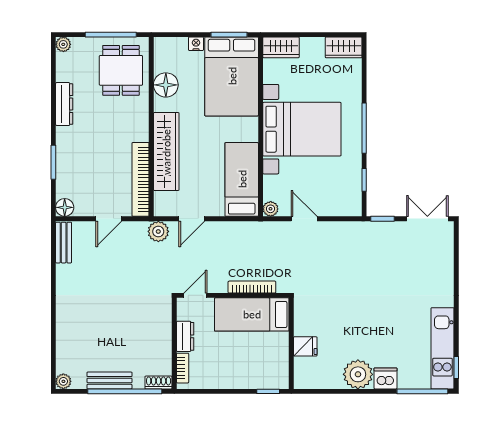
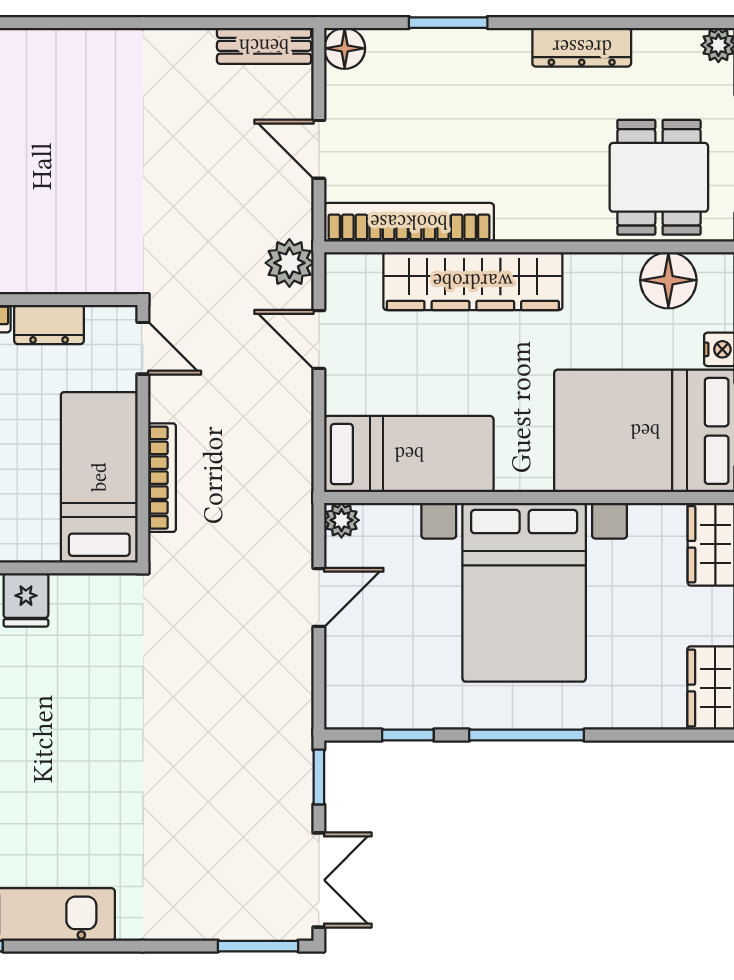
dining table: (121, 70) -> (659, 177), turned 90
floor lamp: (166, 85) -> (668, 280), moved
window: (456, 245) -> (258, 946), added

